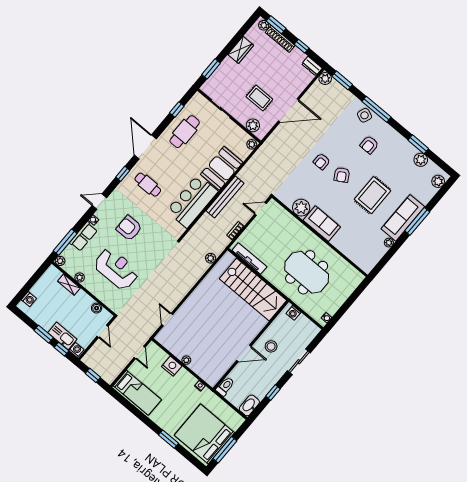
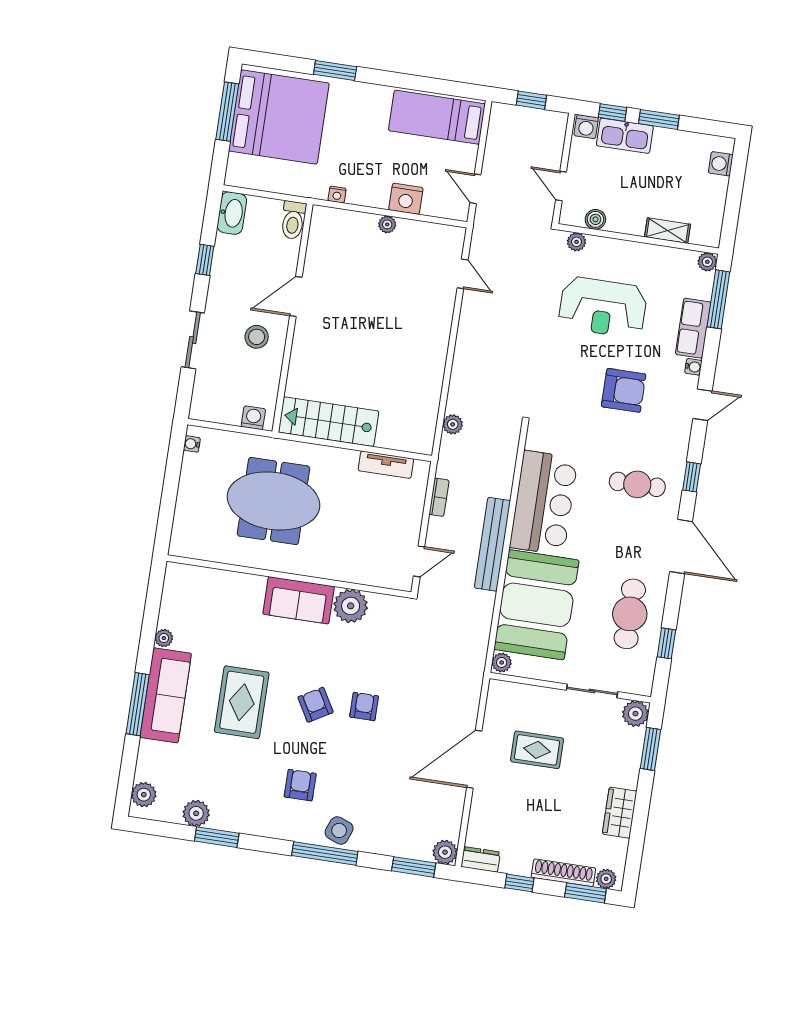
plant: (253, 125) -> (635, 714), moved
booth: (222, 168) -> (536, 605), width x1.36, depth x1.42
tv unit: (249, 258) -> (386, 465), width x0.71
plant: (80, 277) -> (576, 242), moved
stairs: (253, 290) -> (328, 422), width x0.73, depth x0.66

